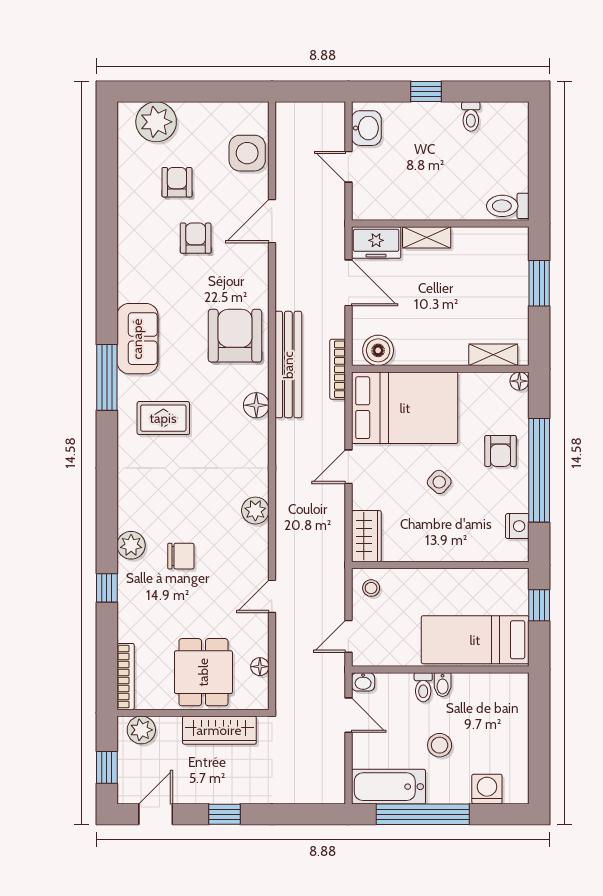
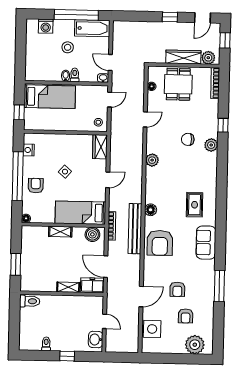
shelving: (493, 355) -> (60, 232), moved
window: (107, 377) -> (219, 286), moved
bed: (405, 408) -> (80, 213), width x0.67
rug: (163, 418) -> (195, 205), turned 90
wardrobe: (219, 730) -> (183, 57), moved

